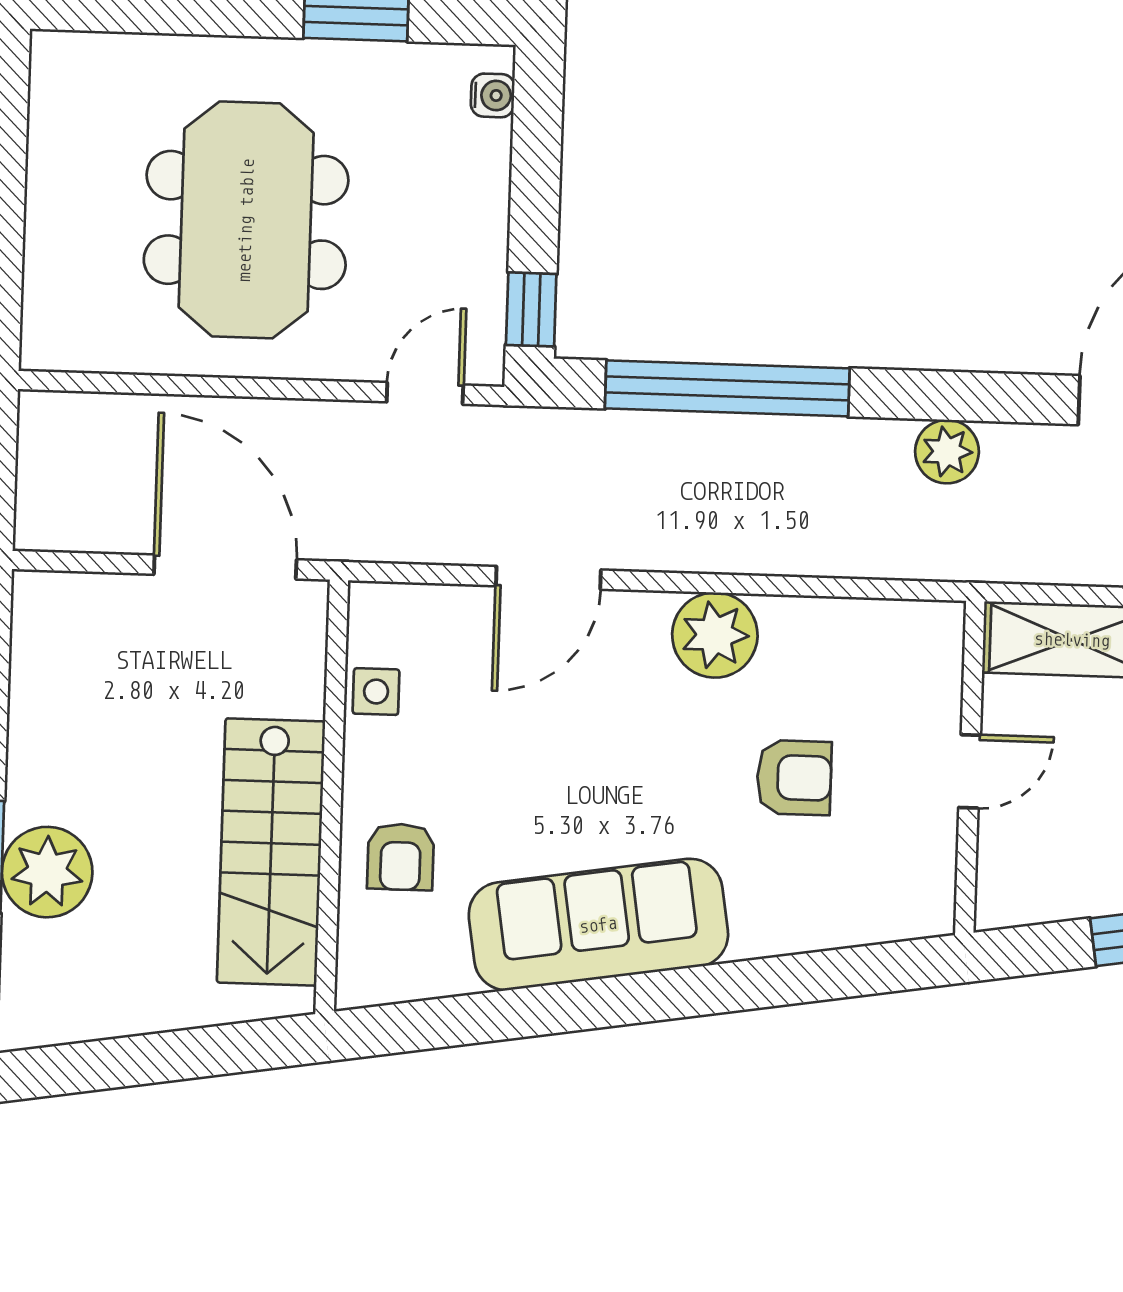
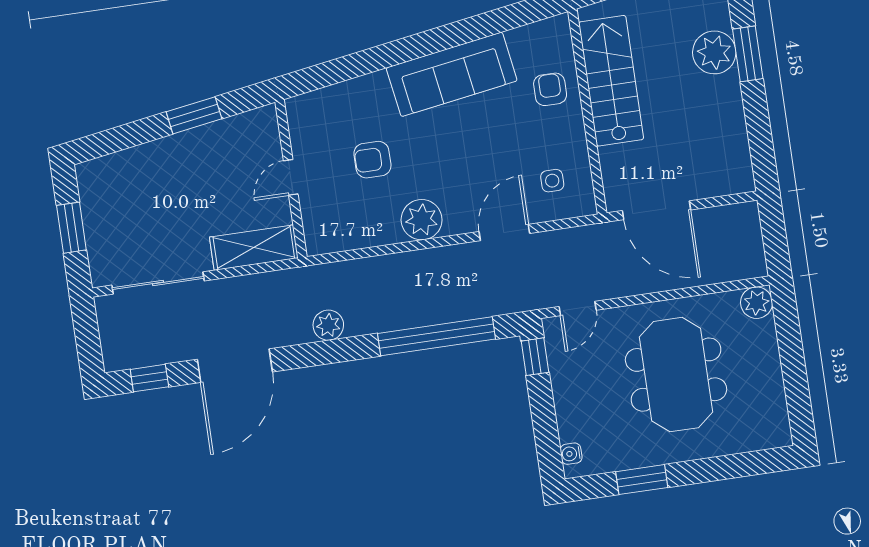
plant: (53, 339) -> (756, 303), added
side table: (376, 692) -> (552, 181), moved

